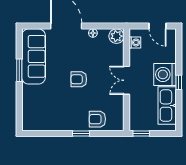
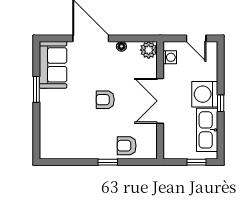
sofa: (34, 56) -> (53, 65), width x0.73
double door: (126, 80) -> (160, 101), width x1.37
window: (141, 133) -> (196, 162), moved

